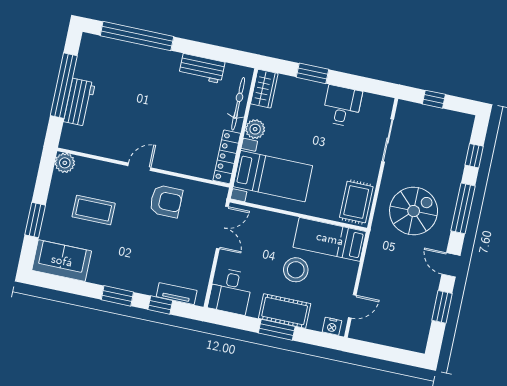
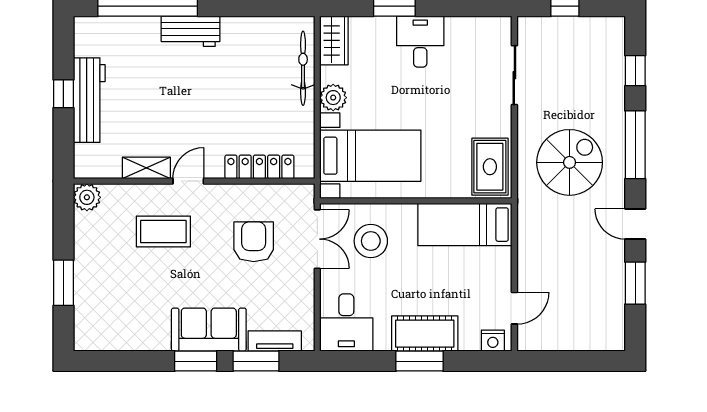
workbench: (202, 68) -> (191, 31), moved
window: (64, 86) -> (63, 94), width x0.32
workbench: (79, 102) -> (89, 100), width x1.38
desk: (342, 106) -> (420, 42), moved
shelving: (112, 151) -> (146, 168), added
locker: (227, 157) -> (259, 167), moved, turned 90
armchair: (166, 201) -> (254, 242), moved, turned -90
coffee table: (94, 210) -> (163, 232), moved
sofa: (62, 261) -> (209, 330), moved
stool: (296, 270) -> (371, 241), moved
window: (160, 305) -> (256, 361), width x1.50

